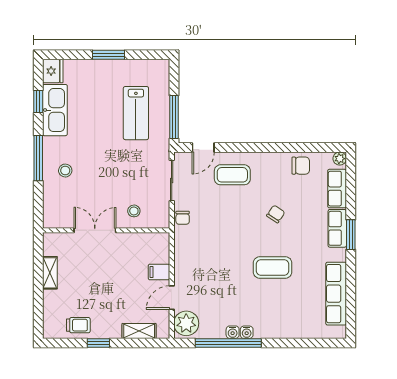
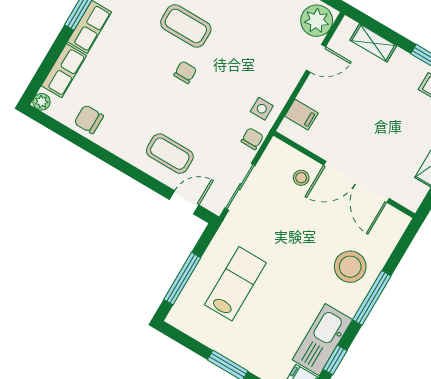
window: (174, 117) -> (182, 279), moved
stool: (65, 171) -> (350, 267), width x1.89, depth x1.89
chair: (276, 214) -> (185, 72), moved, turned 146
double door: (95, 230) -> (356, 182), width x1.37
side table: (188, 242) -> (262, 109), added
filing cabinet: (159, 272) -> (301, 115), moved

